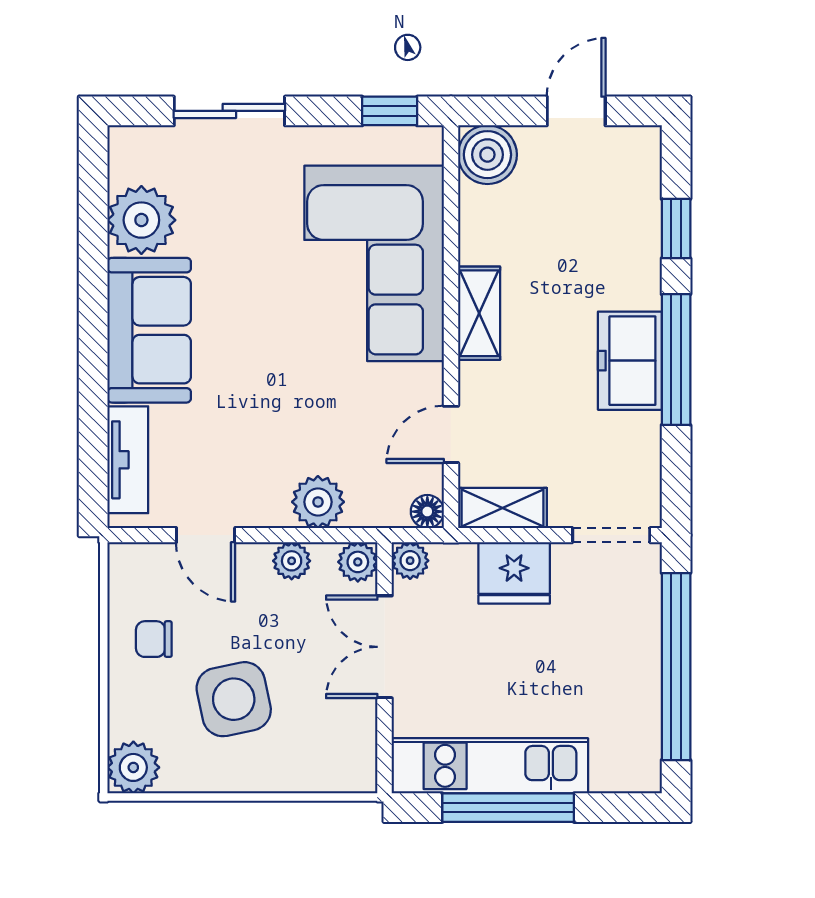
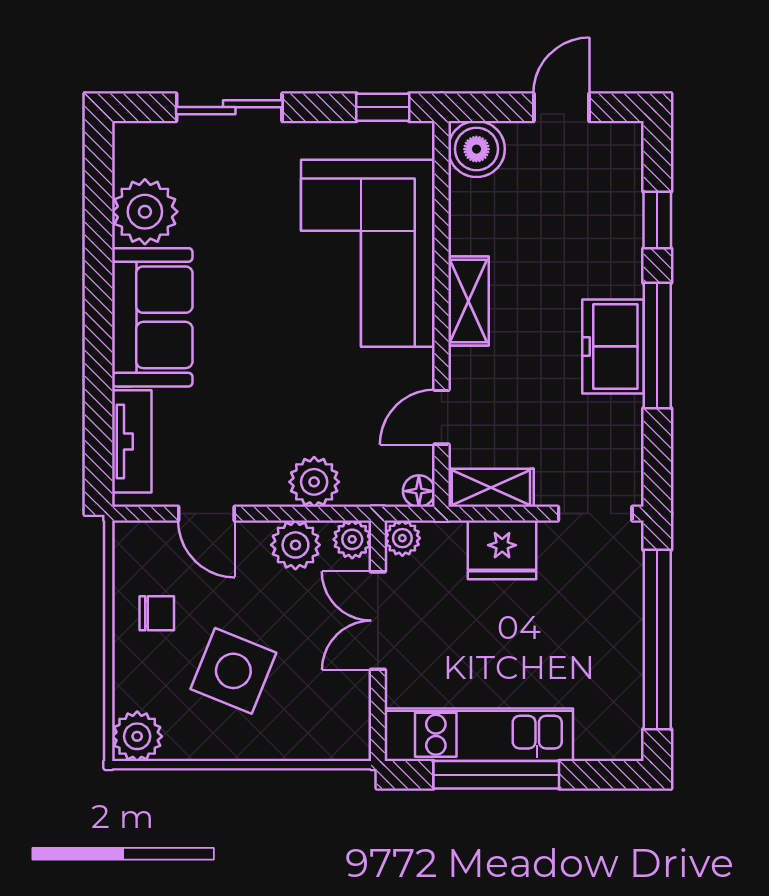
plant: (292, 561) -> (295, 545), width x1.38, depth x1.38
chair: (154, 639) -> (157, 613), turned 180
side table: (234, 699) -> (233, 671), turned 34

